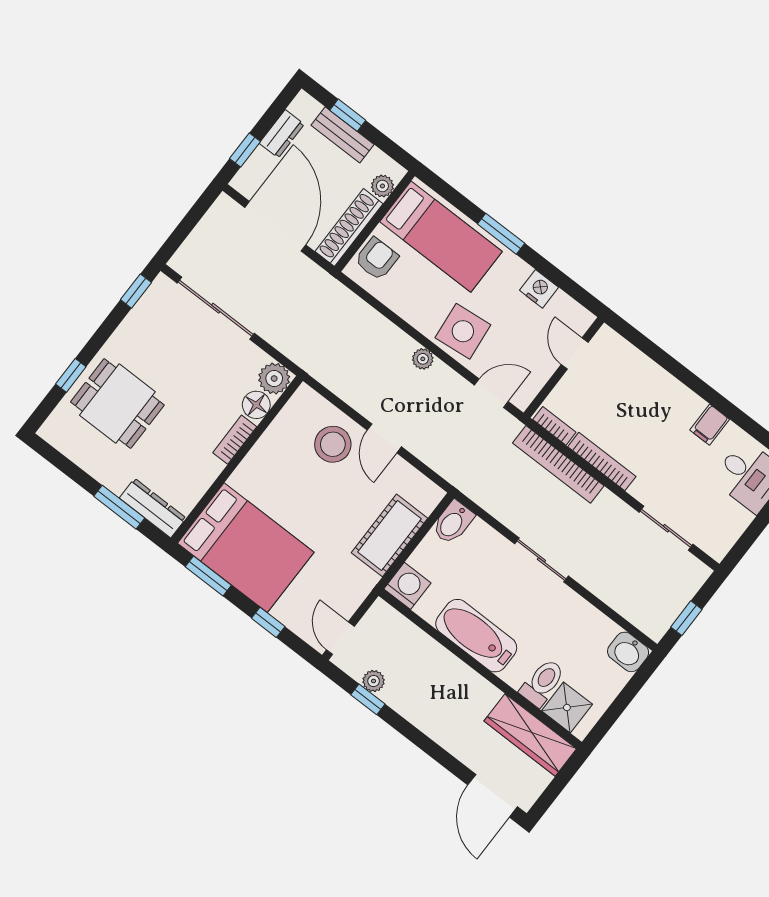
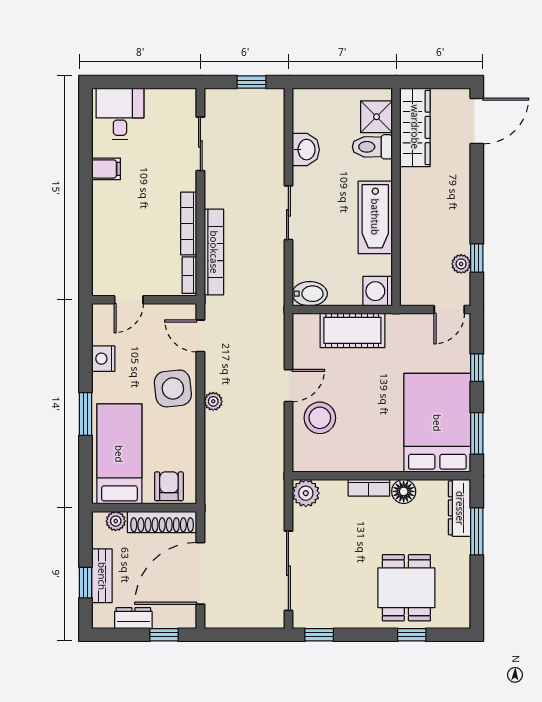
armchair: (377, 259) -> (169, 486), turned 90
floor lamp: (256, 405) -> (404, 491), moved
washbasin: (628, 652) -> (306, 150), moved

